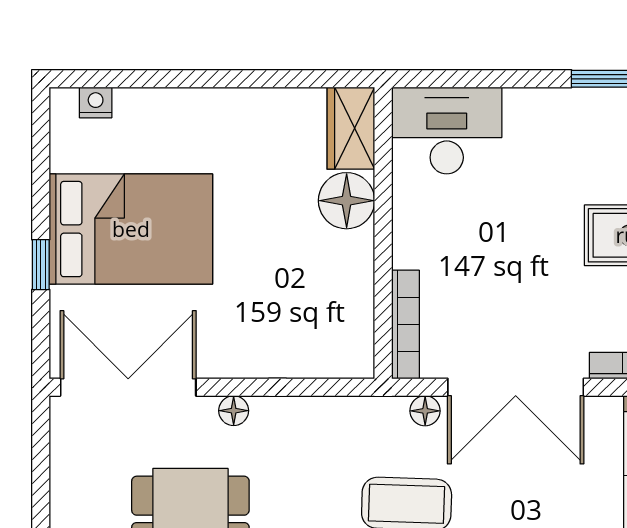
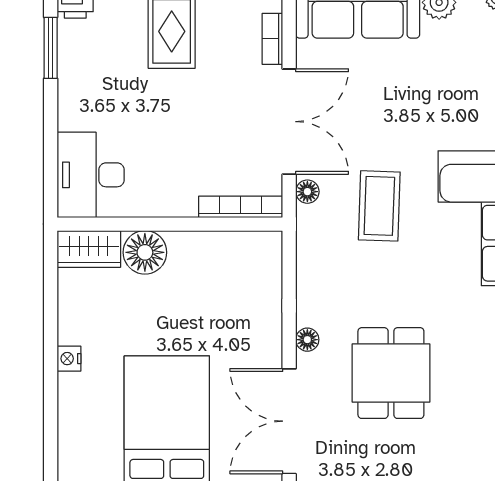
nightstand: (96, 103) -> (69, 359), moved

